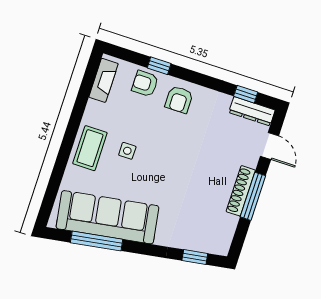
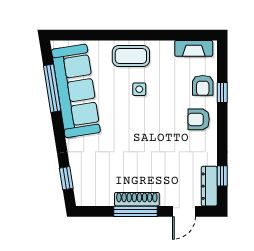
armchair: (145, 84) -> (203, 85), turned 180

